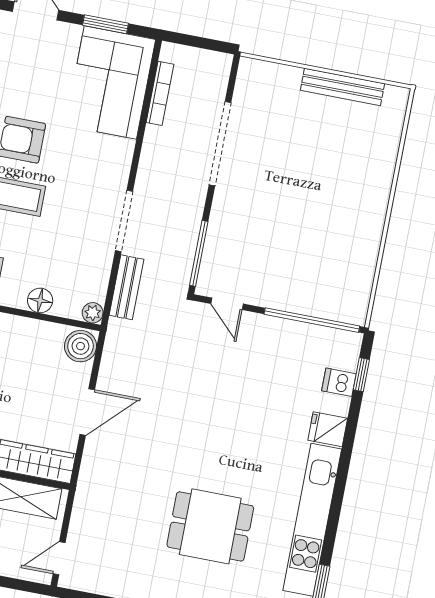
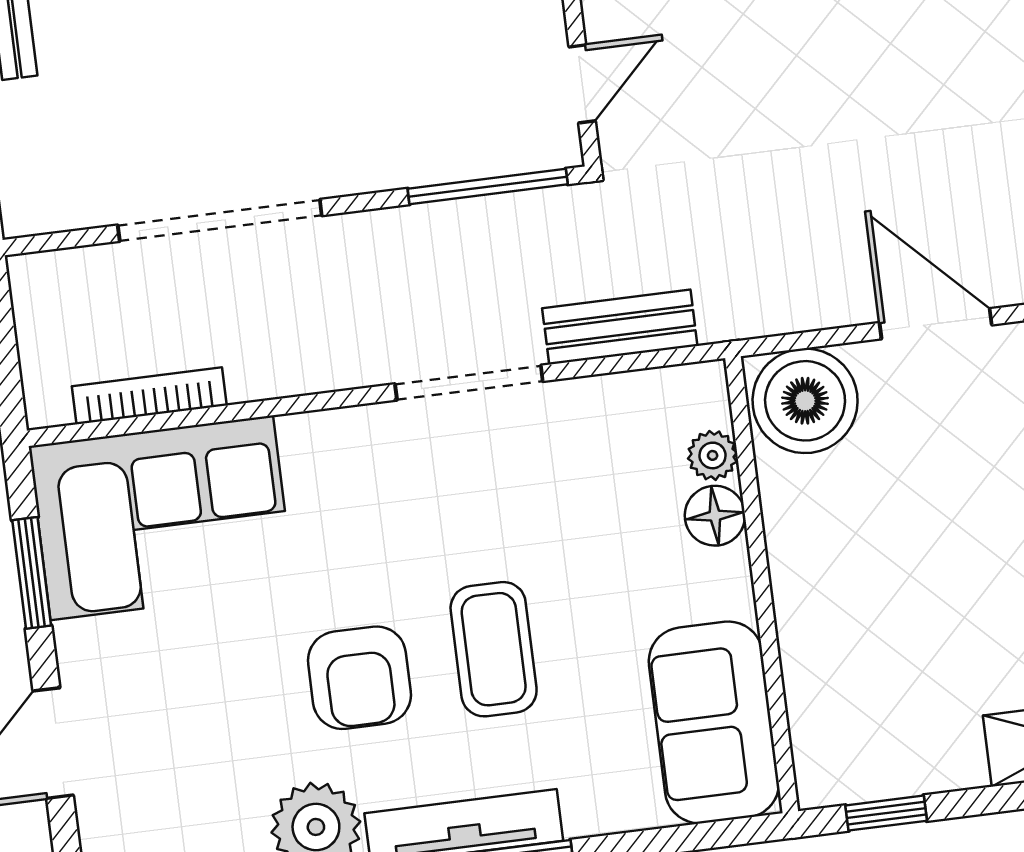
plant: (93, 313) -> (713, 455), moved
boiler: (80, 346) -> (805, 401), width x1.37, depth x1.37

